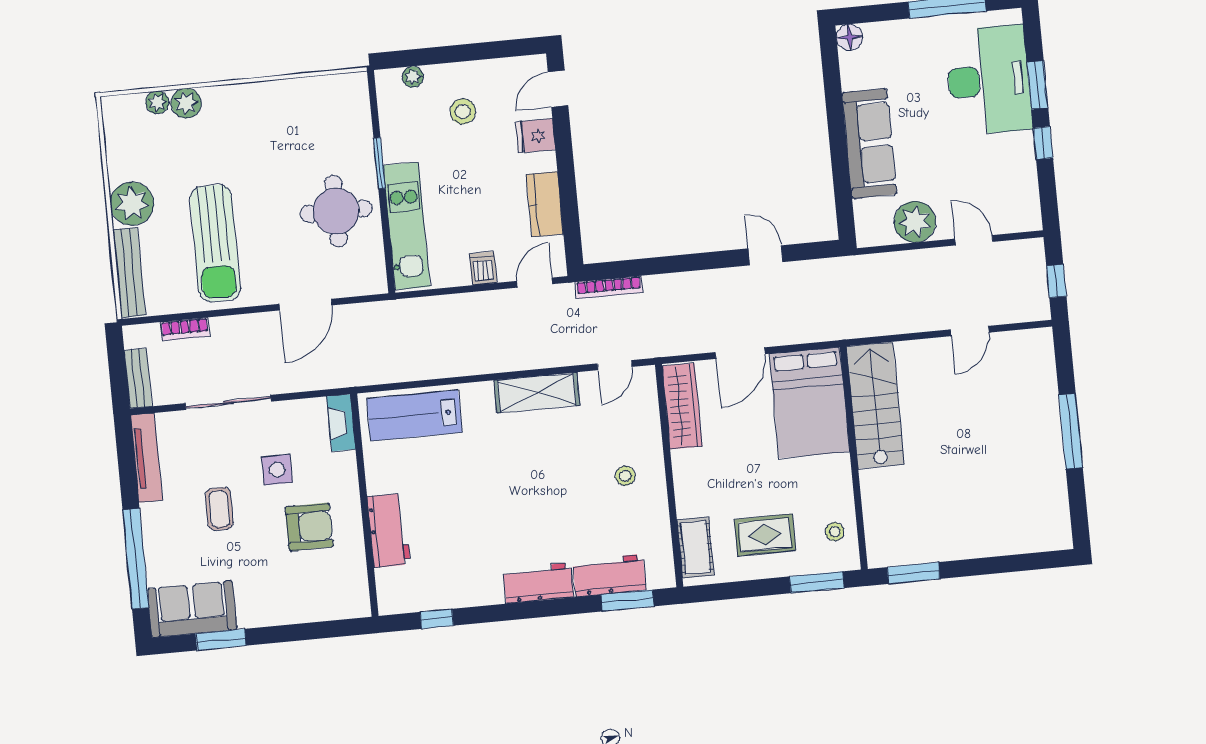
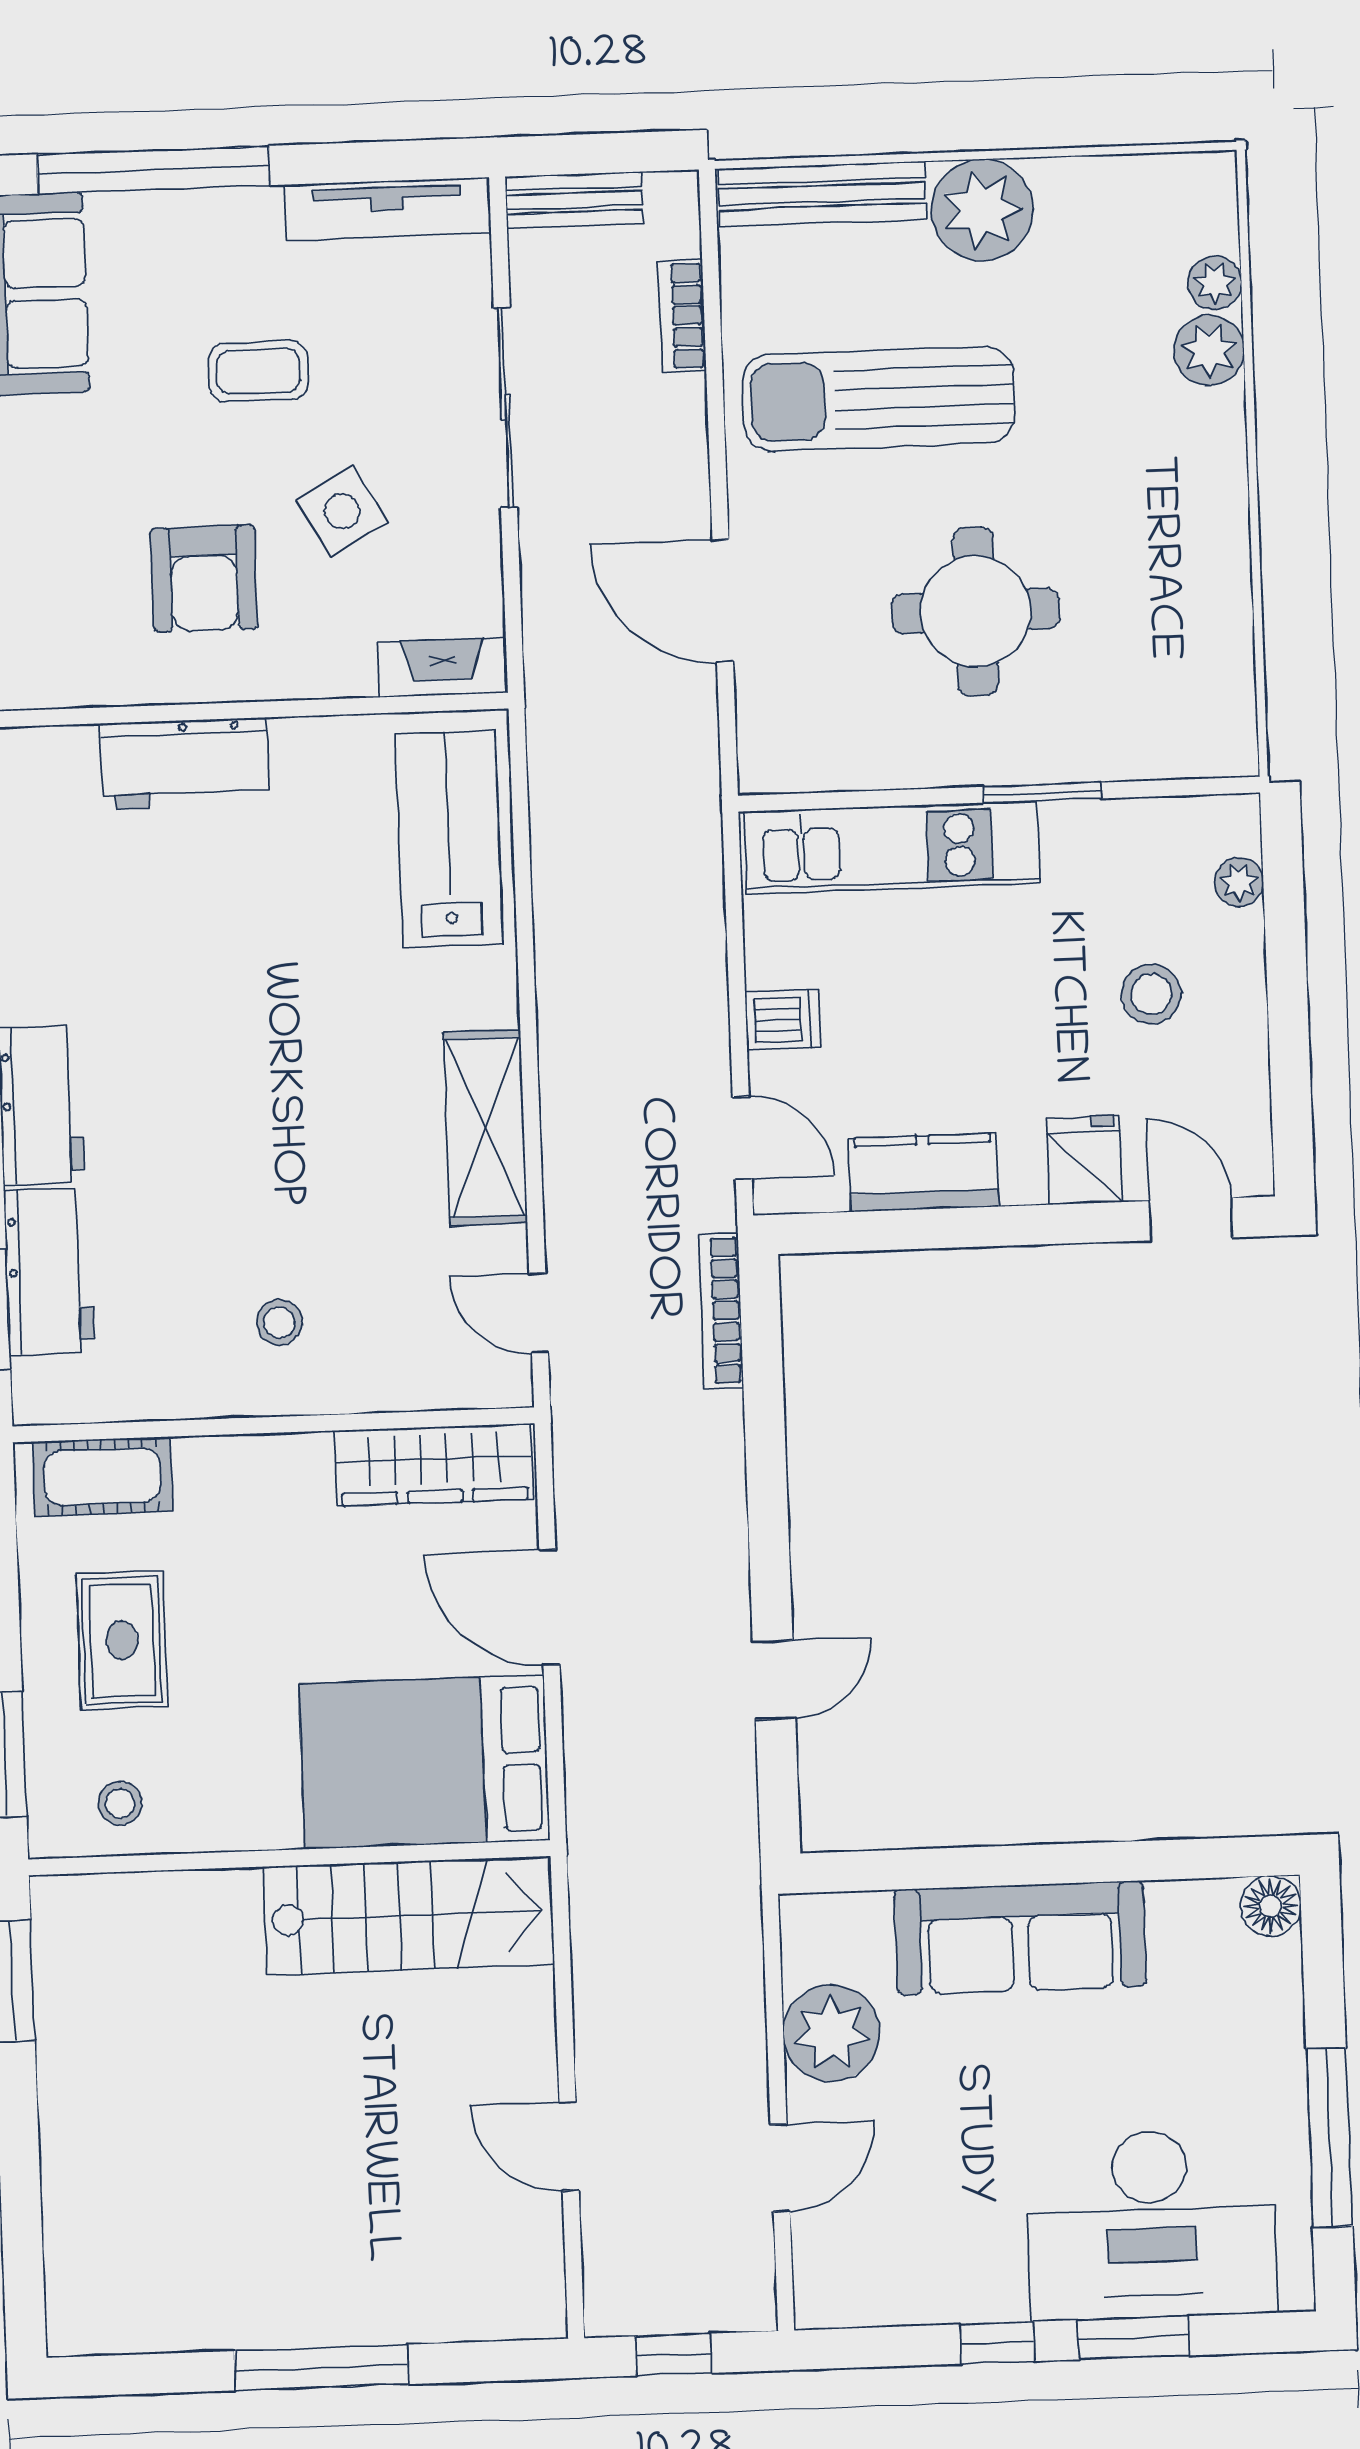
round table: (336, 211) -> (976, 611), moved
side table: (277, 470) -> (342, 511), turned -30

